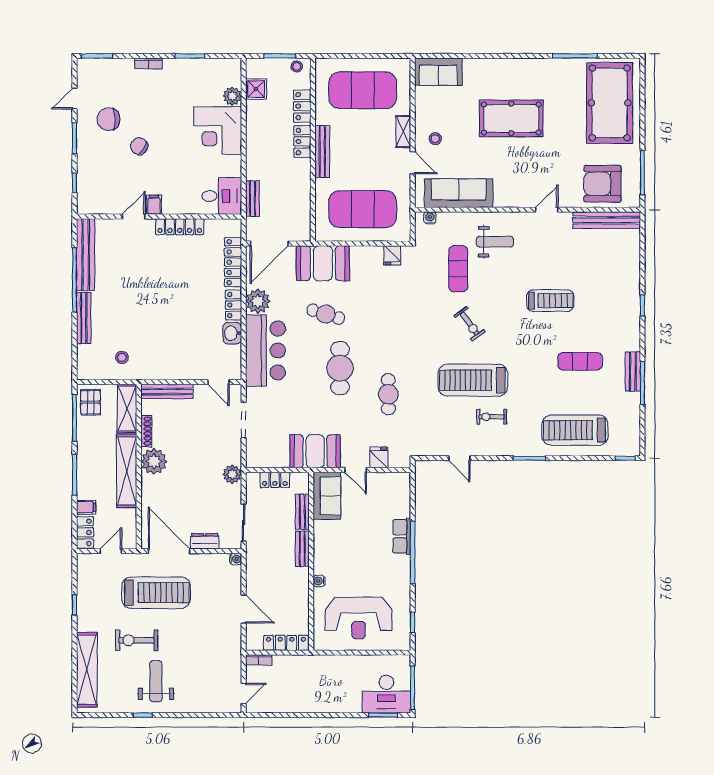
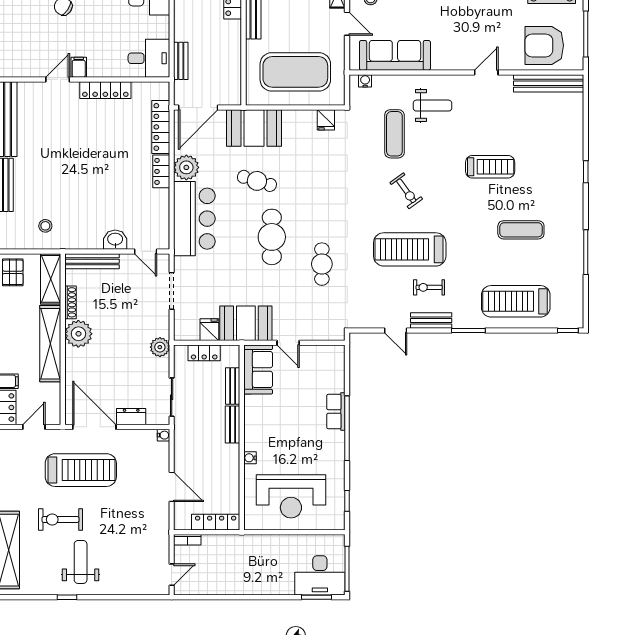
washbasin: (232, 333) -> (115, 240), moved, turned 90
bench: (633, 372) -> (431, 321), moved, turned 90
fridge: (379, 457) -> (209, 330), moved

